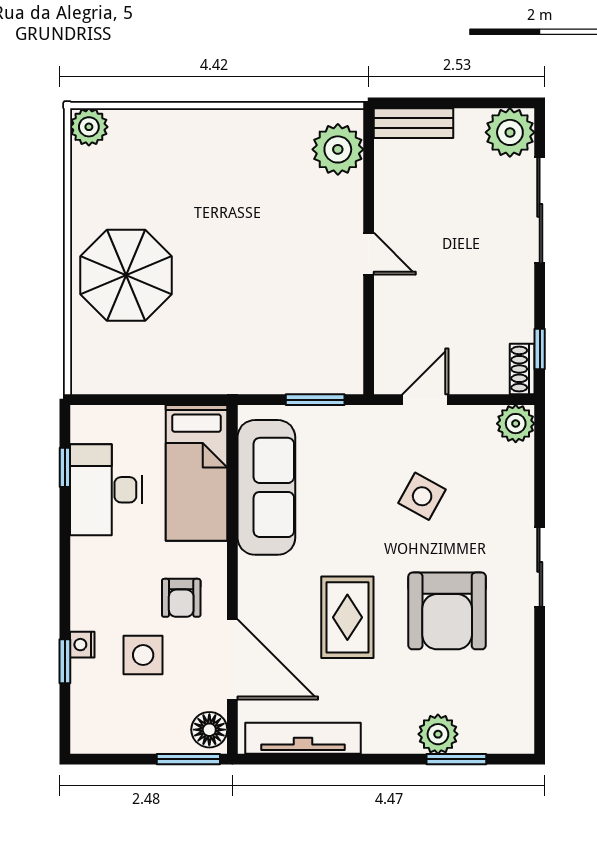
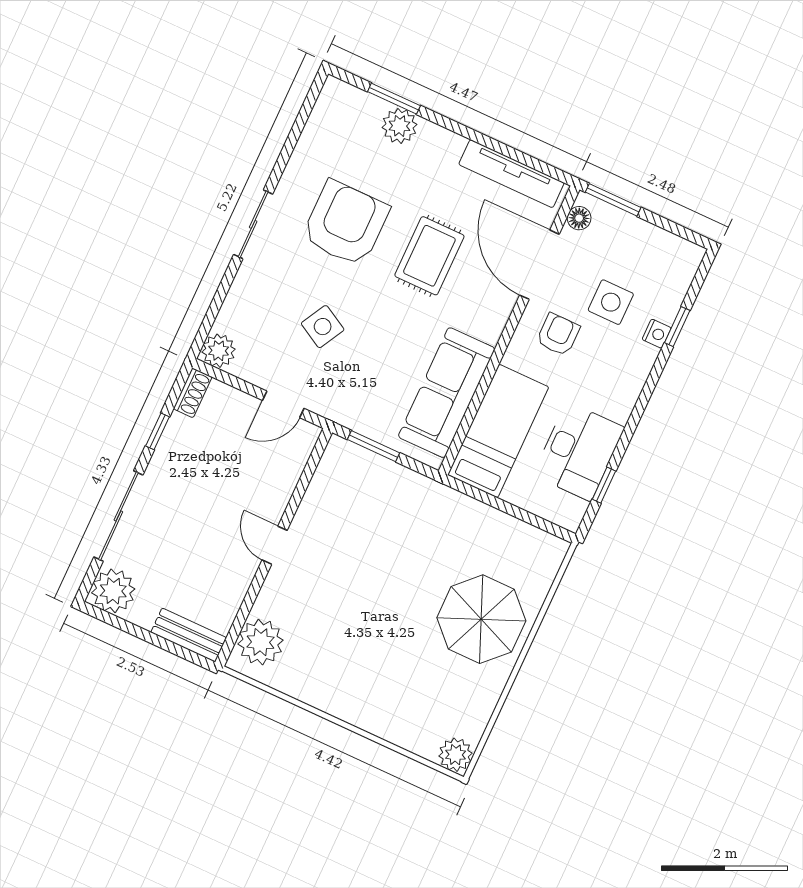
window: (540, 349) -> (157, 431), moved
floor lamp: (209, 730) -> (579, 218), width x0.73, depth x0.73

